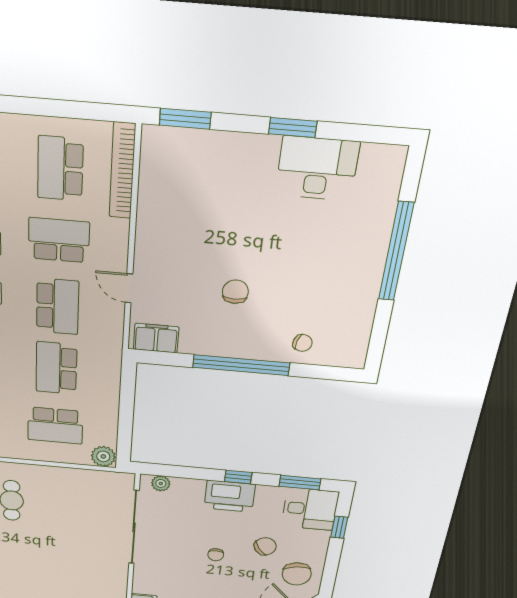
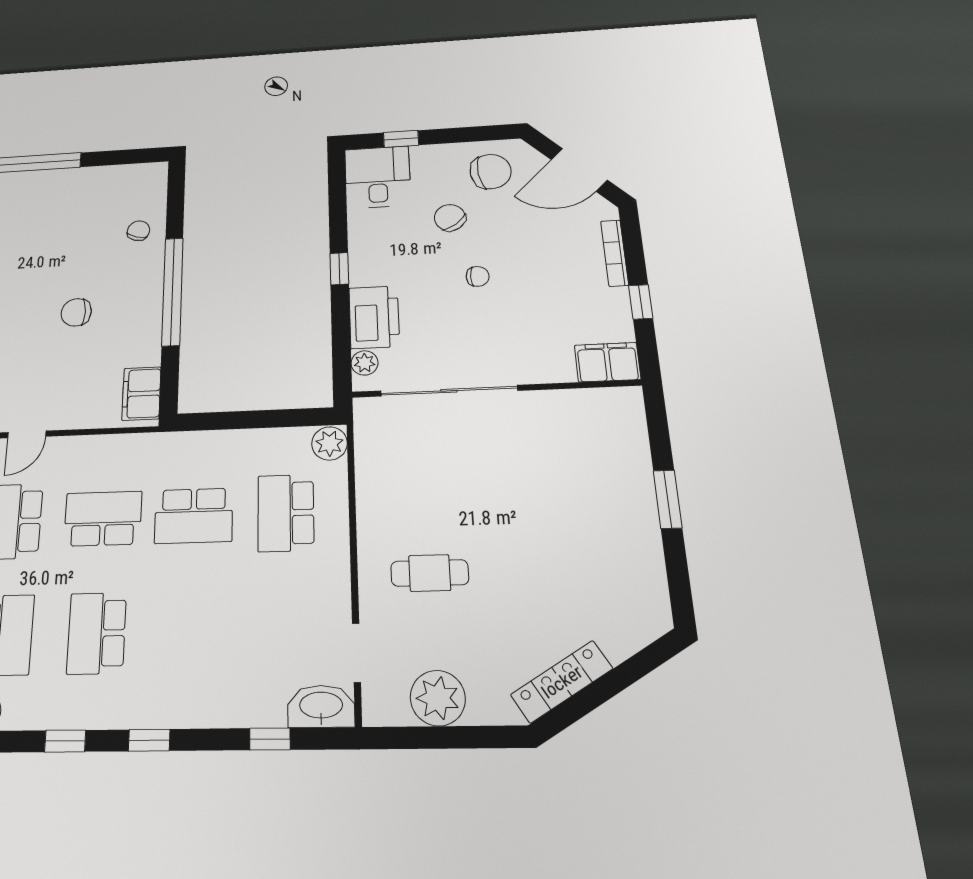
door: (129, 288) -> (27, 434), moved
school desk: (55, 426) -> (286, 513), turned 180
window: (300, 483) -> (337, 196), removed
printer: (230, 496) -> (374, 317), moved

